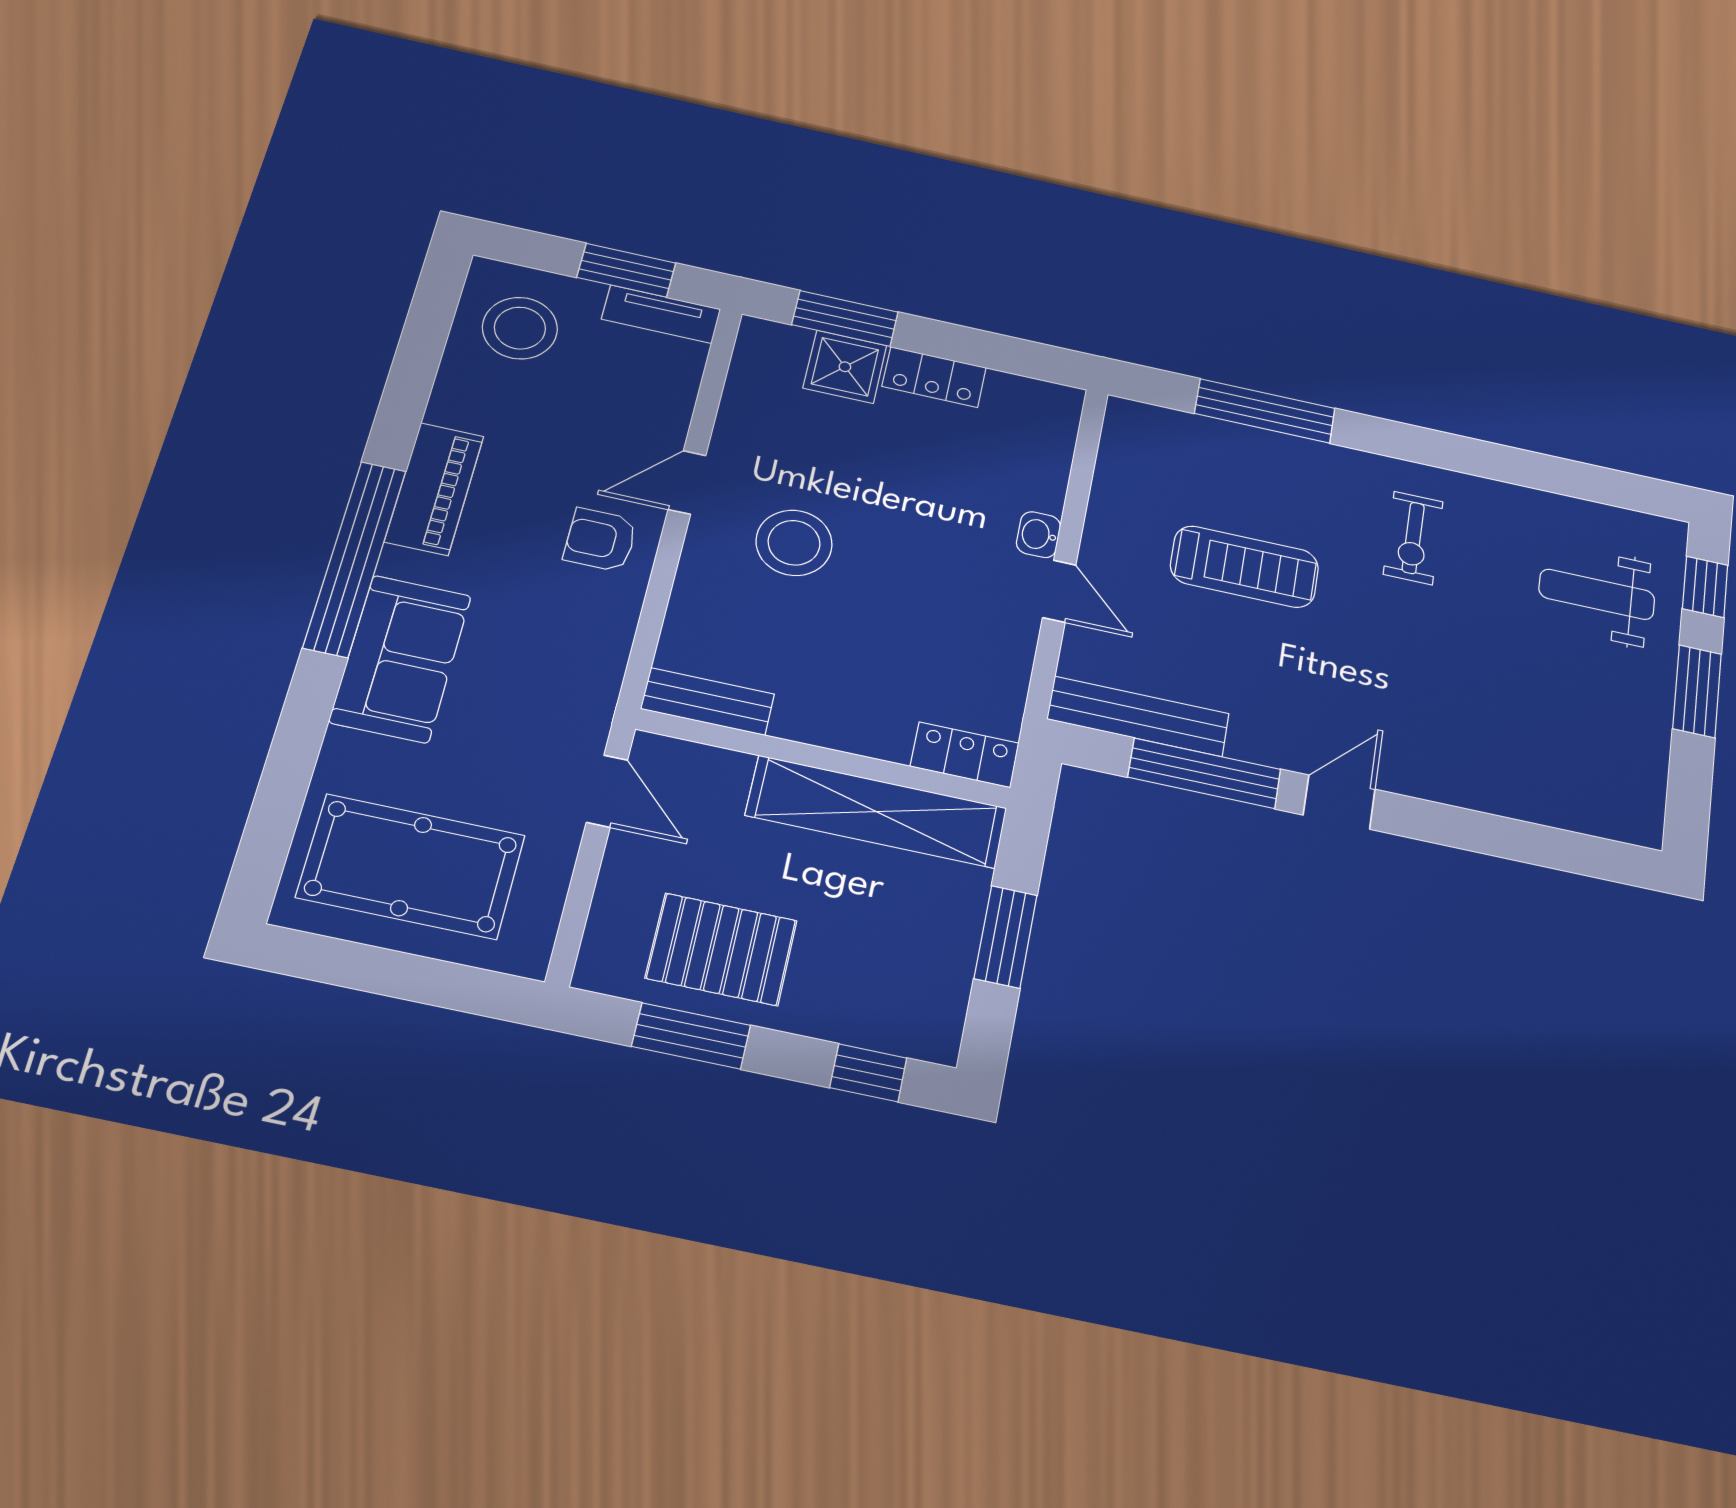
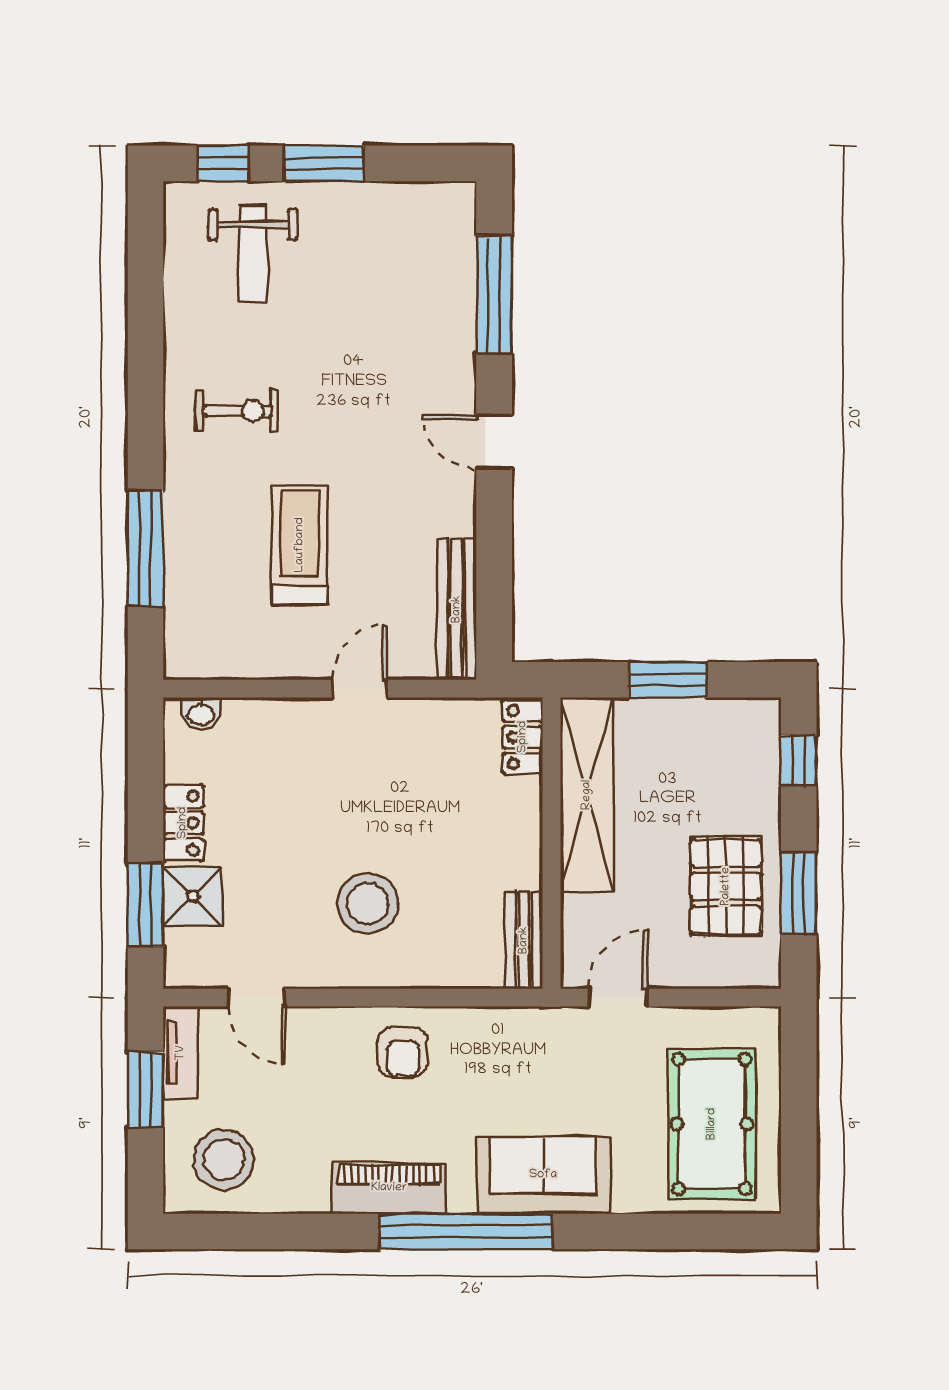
door: (687, 482) -> (257, 998), moved
washbasin: (1038, 535) -> (201, 714), moved
window: (1204, 773) -> (494, 295), moved

